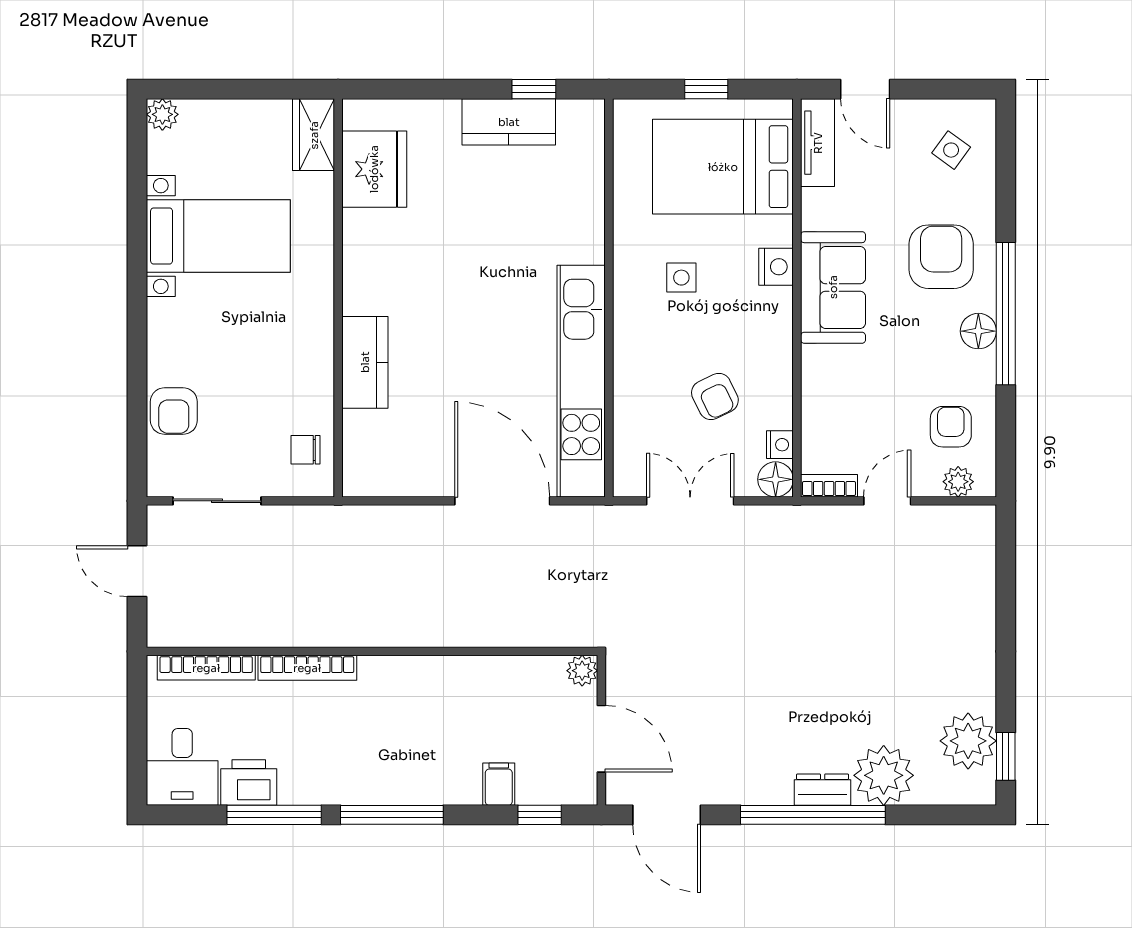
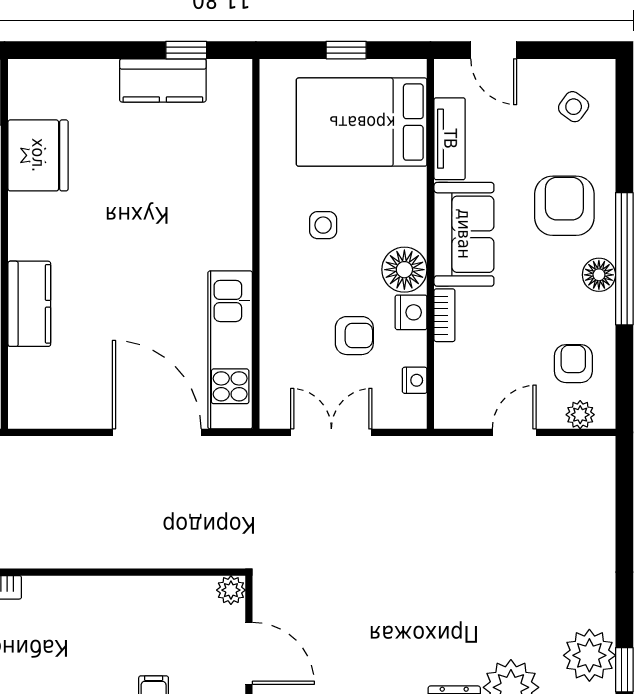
tv unit: (818, 143) -> (450, 139), moved
fridge: (374, 169) -> (38, 155), moved
nightstand: (776, 267) -> (411, 312), moved
kitchen unit: (581, 381) -> (230, 350), width x0.73
armchair: (715, 396) -> (354, 336), turned -64
floor lamp: (776, 479) -> (404, 270), moved, width x1.38, depth x1.38
bookcase: (829, 486) -> (444, 315), moved, turned 90

